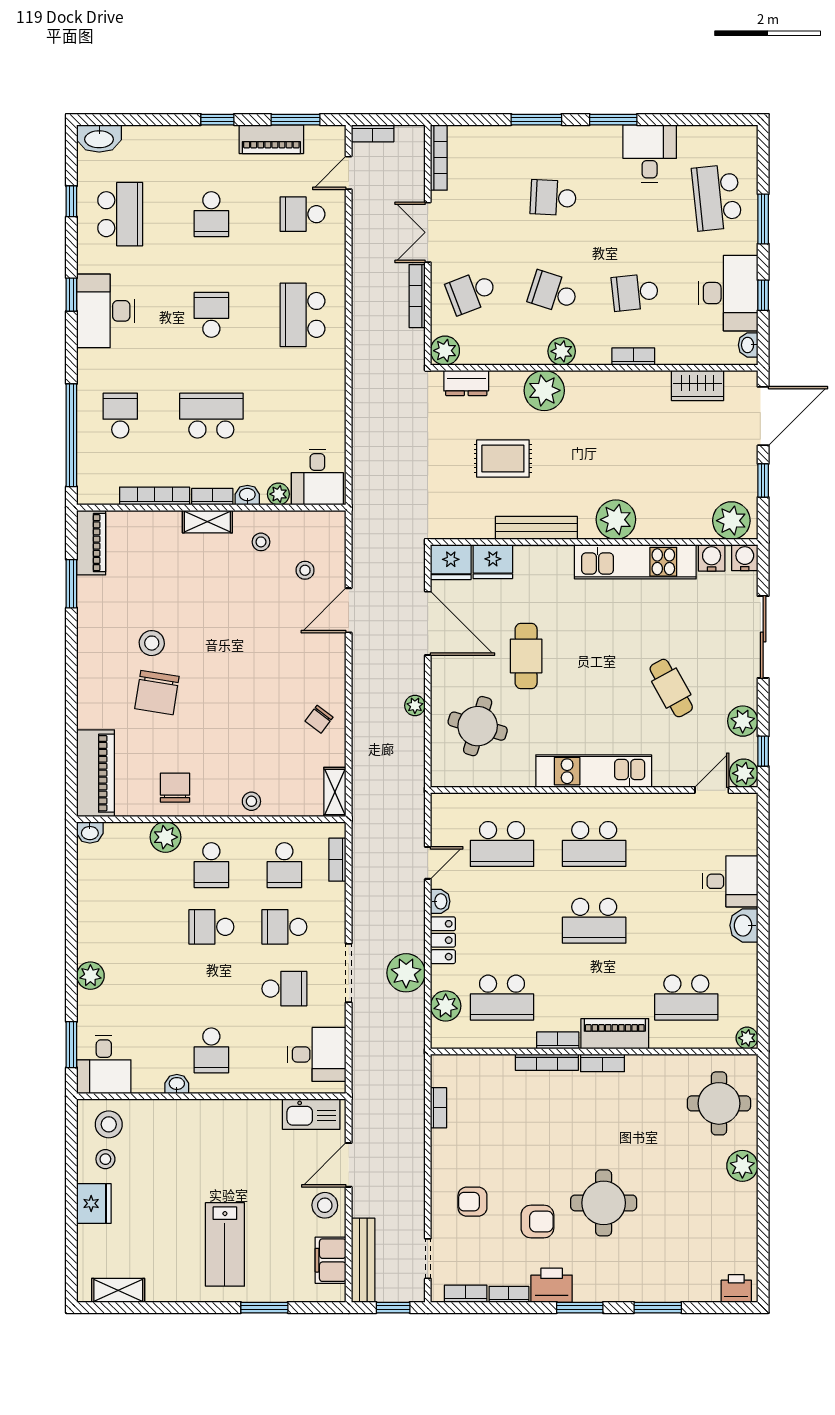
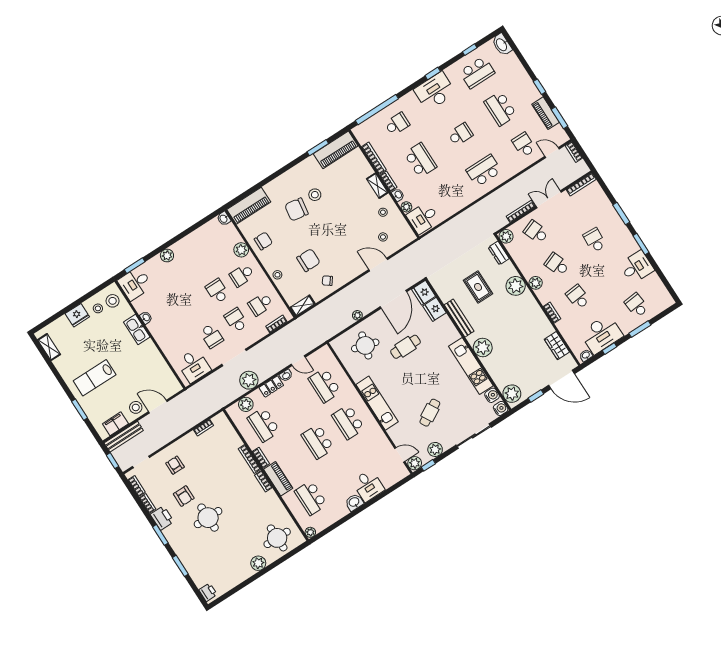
school desk: (717, 198) -> (636, 305), width x0.54
school desk: (211, 214) -> (500, 109), width x1.85
school desk: (553, 292) -> (557, 264), turned -39
piano: (91, 543) -> (336, 150), width x1.37, depth x1.33
chair: (261, 729) -> (308, 260), added
school desk: (211, 1050) -> (168, 323), removed
kitchen sink: (311, 1114) -> (137, 329), moved

